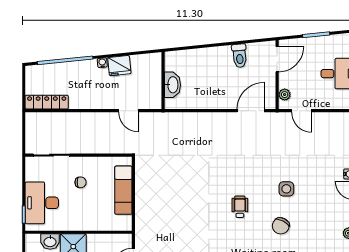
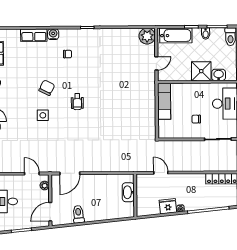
exam couch: (123, 190) -> (164, 101), moved

